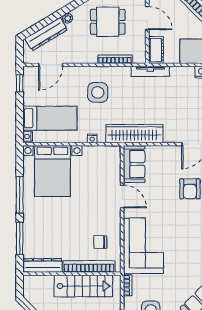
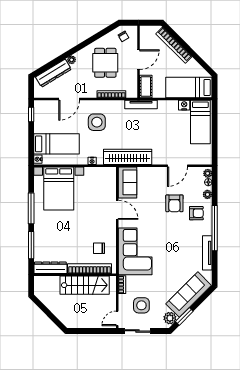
door: (147, 18) -> (138, 60), hinge flipped
dining table: (108, 22) -> (105, 63), turned 90
door: (51, 65) -> (69, 99), moved

